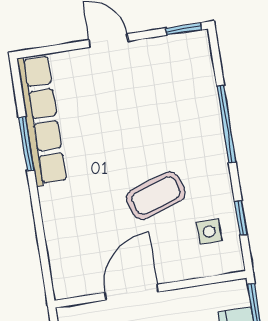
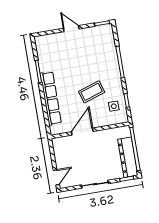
row of seats: (42, 120) -> (51, 98), moved

